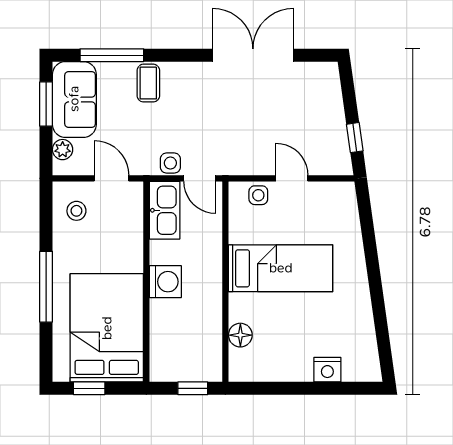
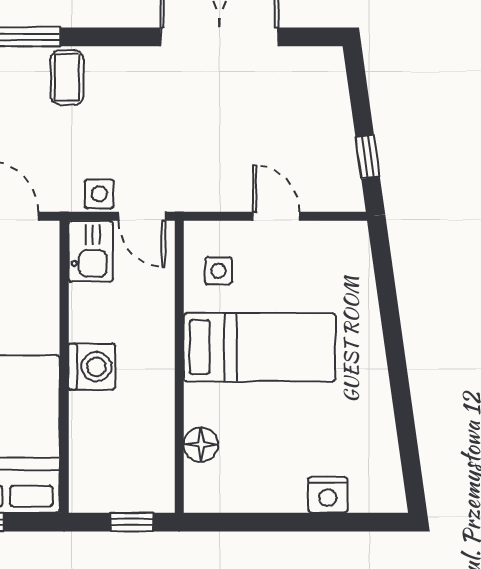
side table: (258, 195) -> (218, 271), moved
kitchen sink: (165, 210) -> (91, 251), width x0.73

